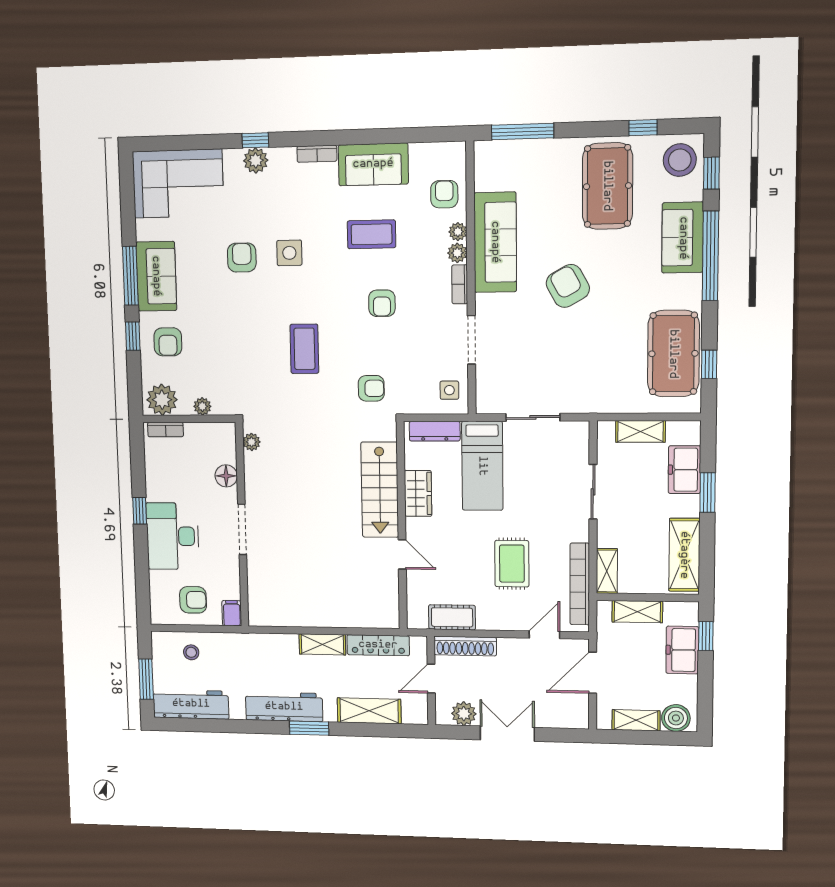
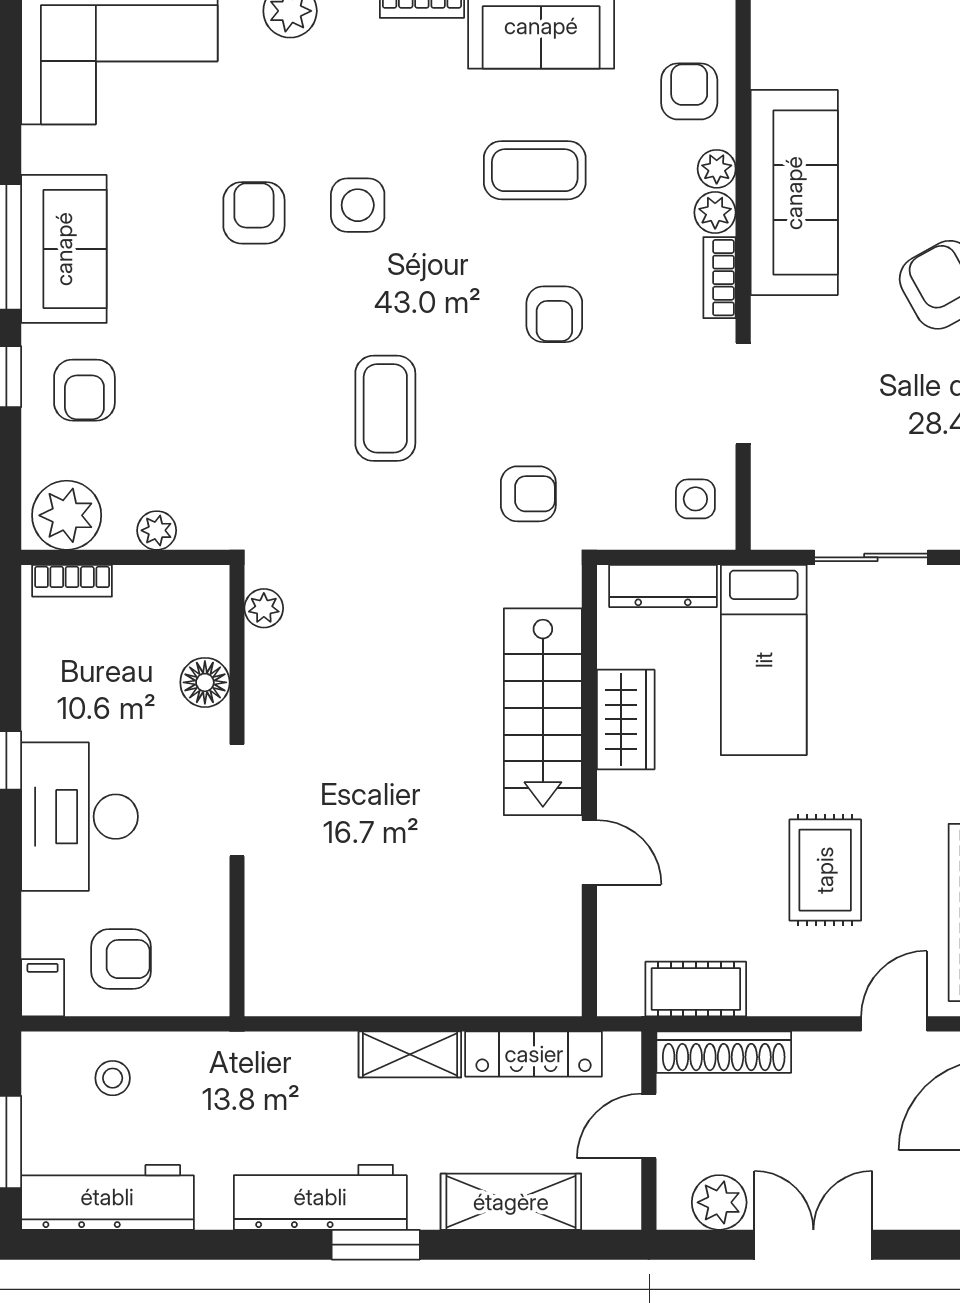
filing cabinet: (232, 613) -> (43, 988), moved

